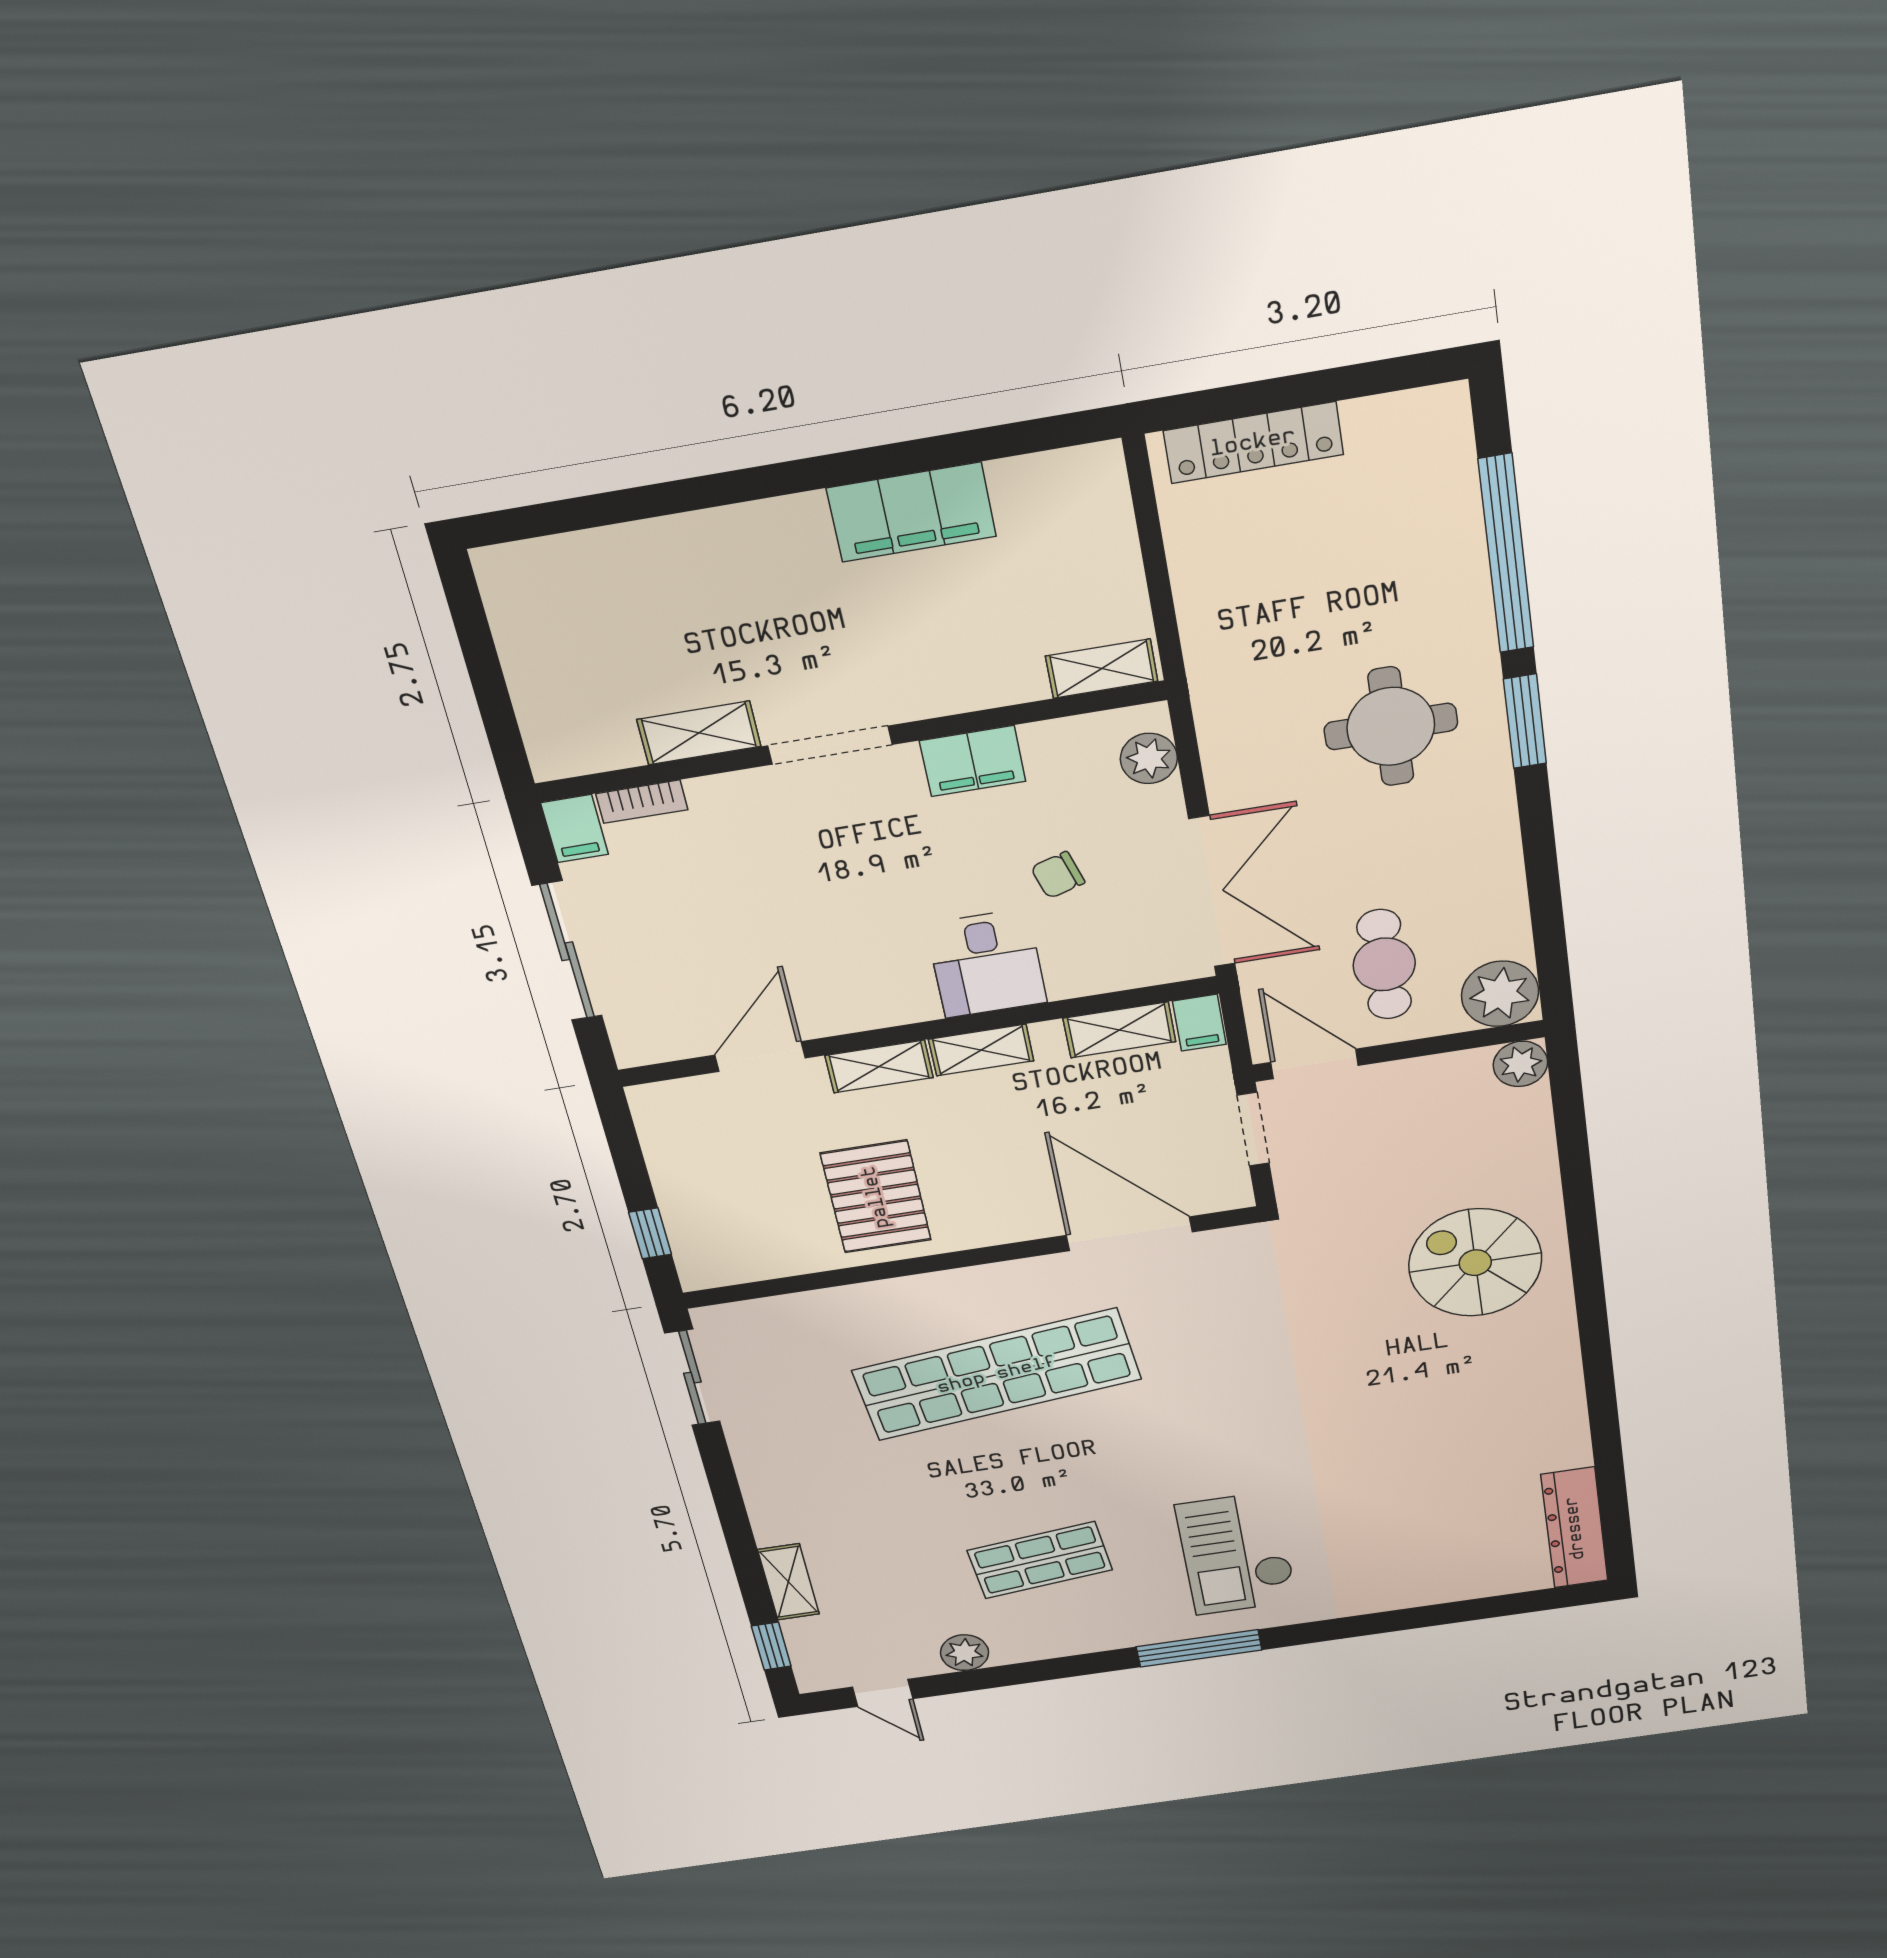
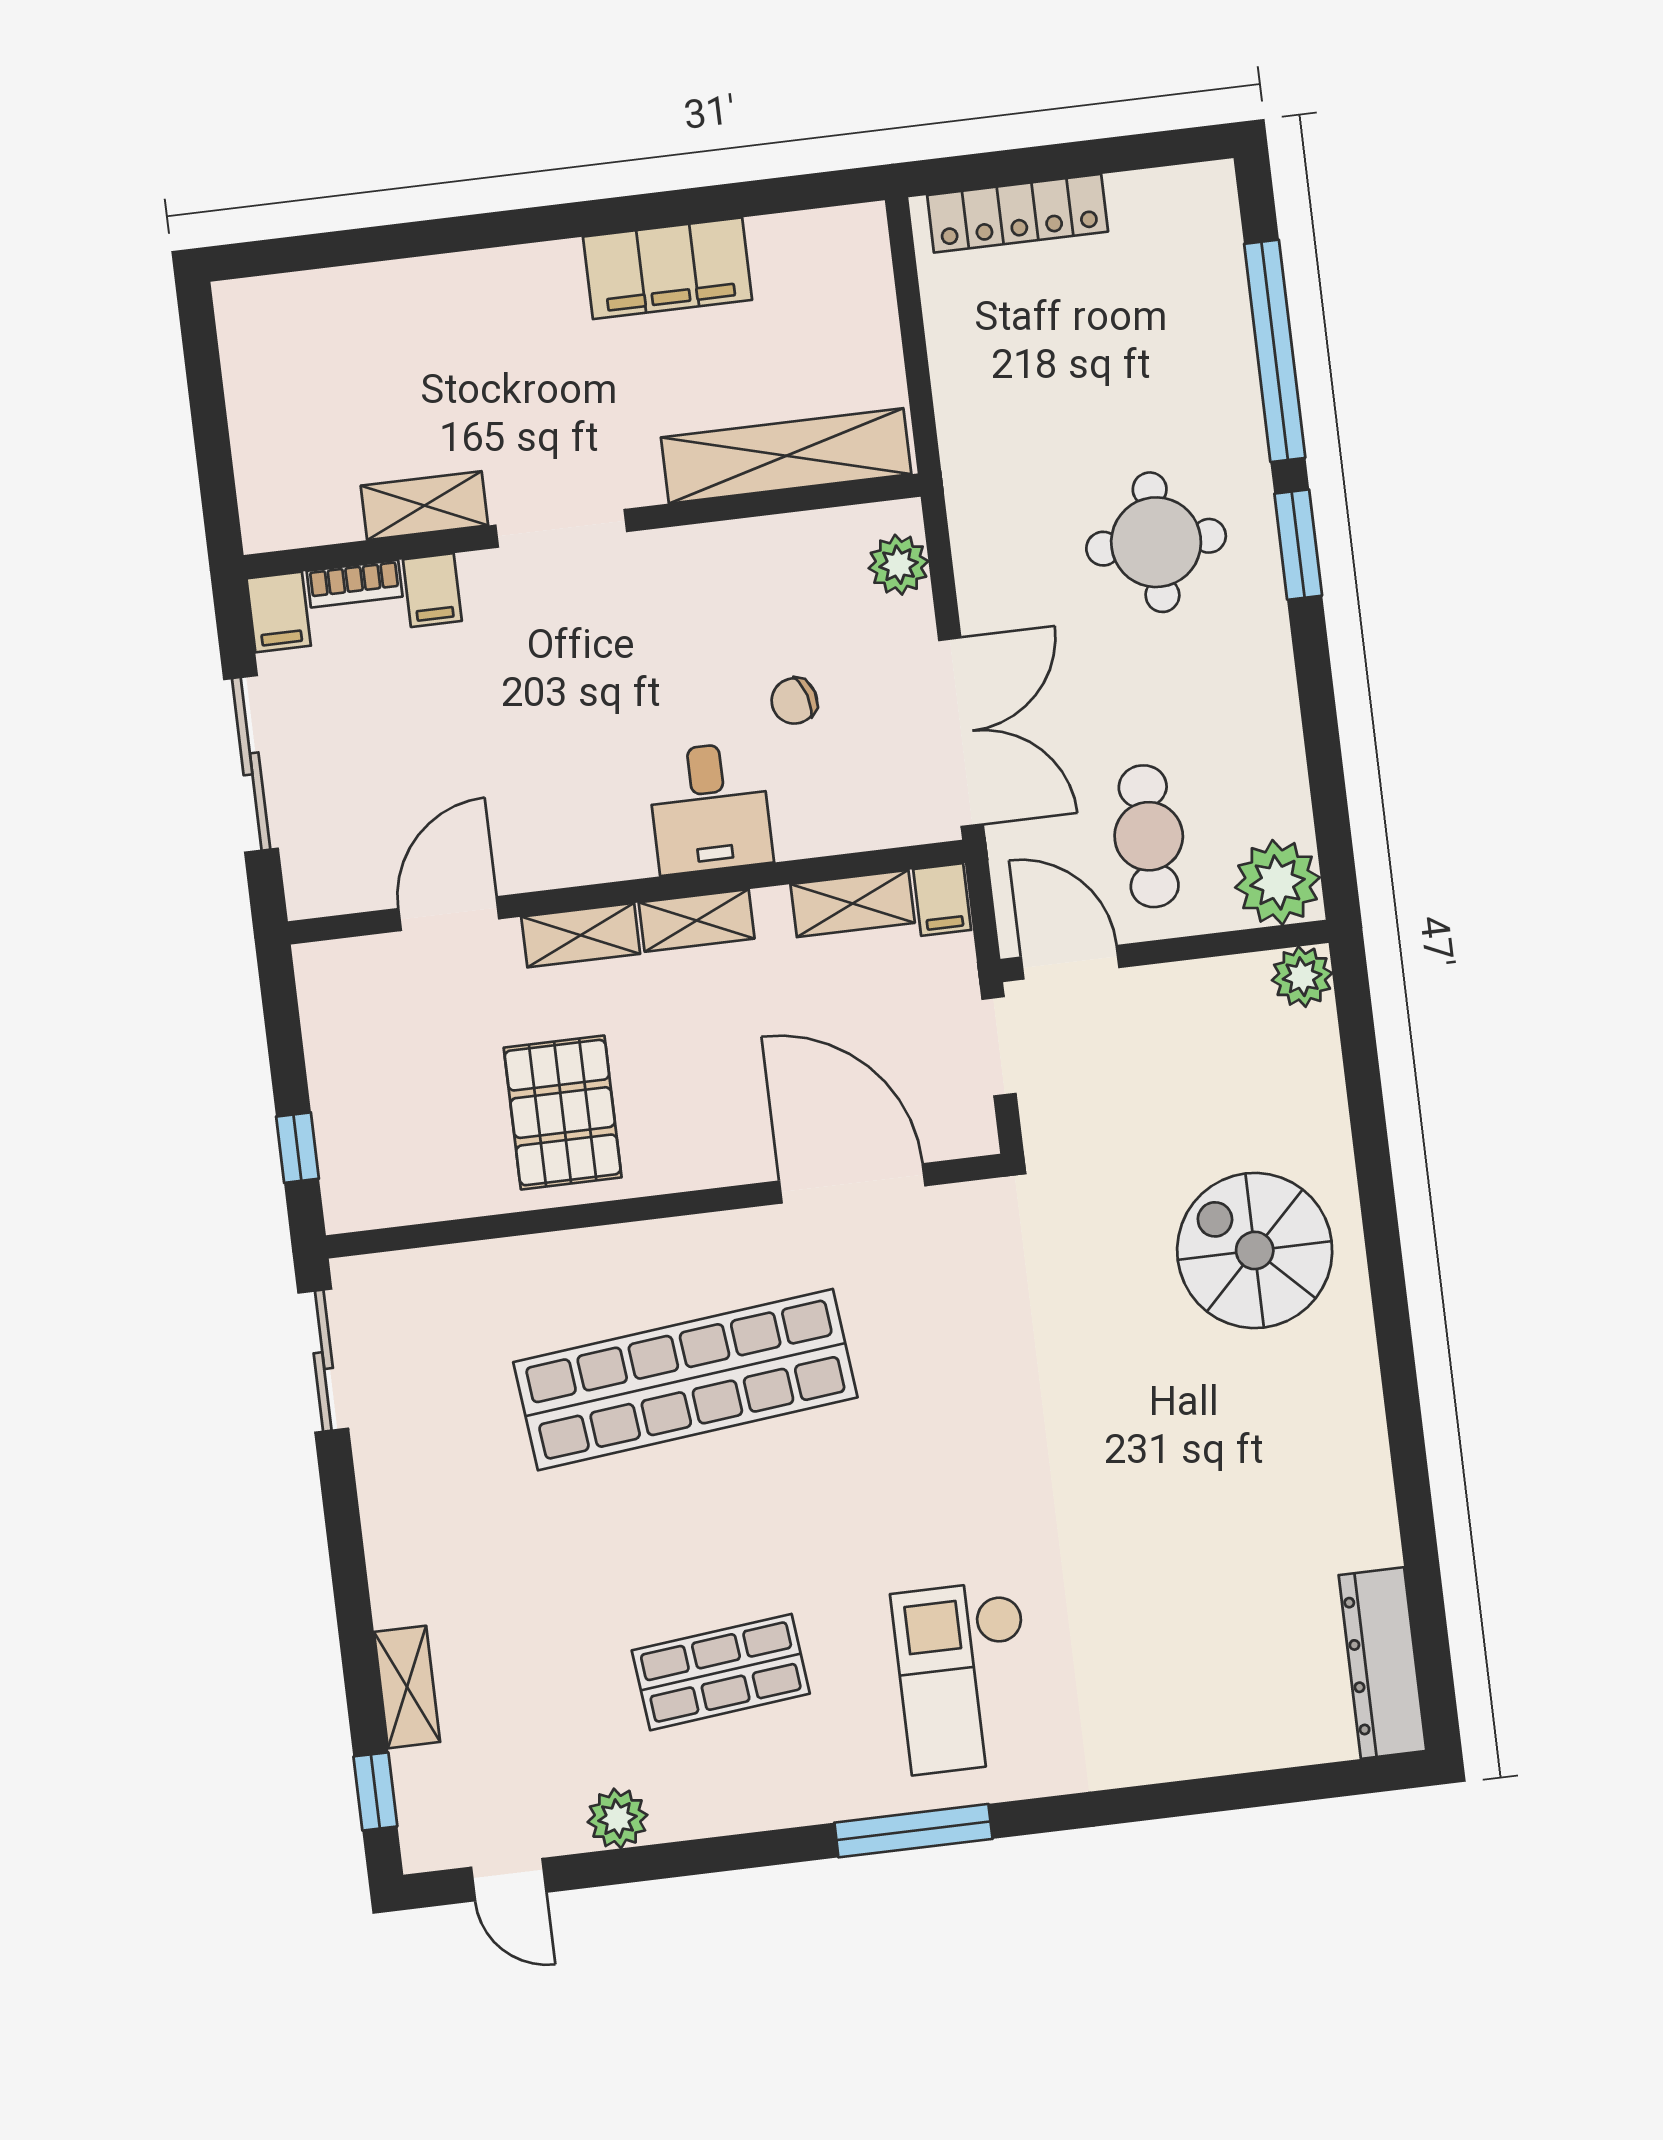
shelving: (1102, 669) -> (786, 456), width x2.20, depth x1.33
filing cabinet: (973, 761) -> (432, 590), moved, width x0.50

